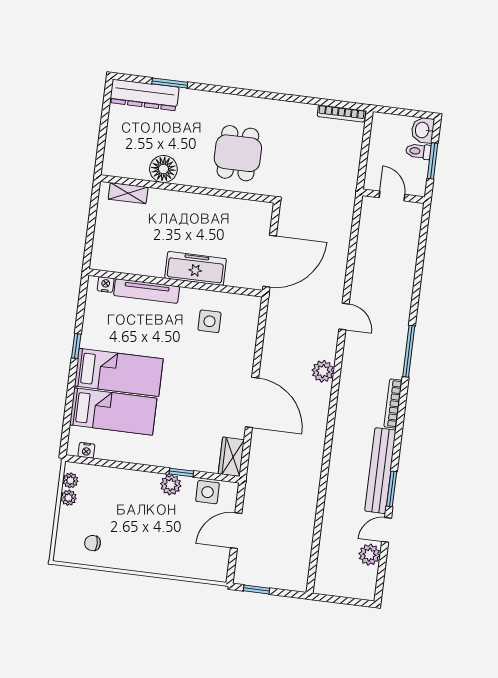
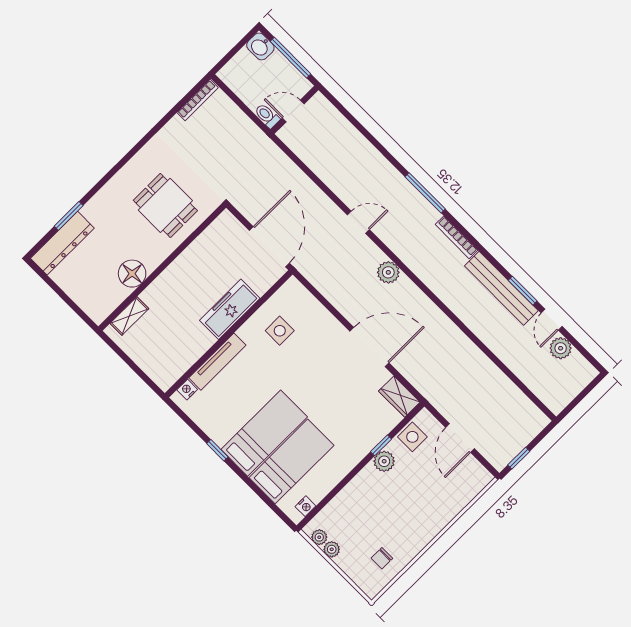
toilet: (418, 151) -> (267, 116), moved, turned 90
window: (432, 161) -> (291, 58), width x1.44

